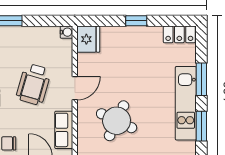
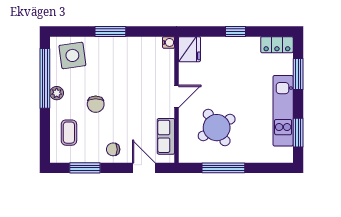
window: (201, 79) -> (298, 74), moved
wheelchair: (34, 84) -> (137, 93), removed
round table: (117, 121) -> (217, 128), turned 33

